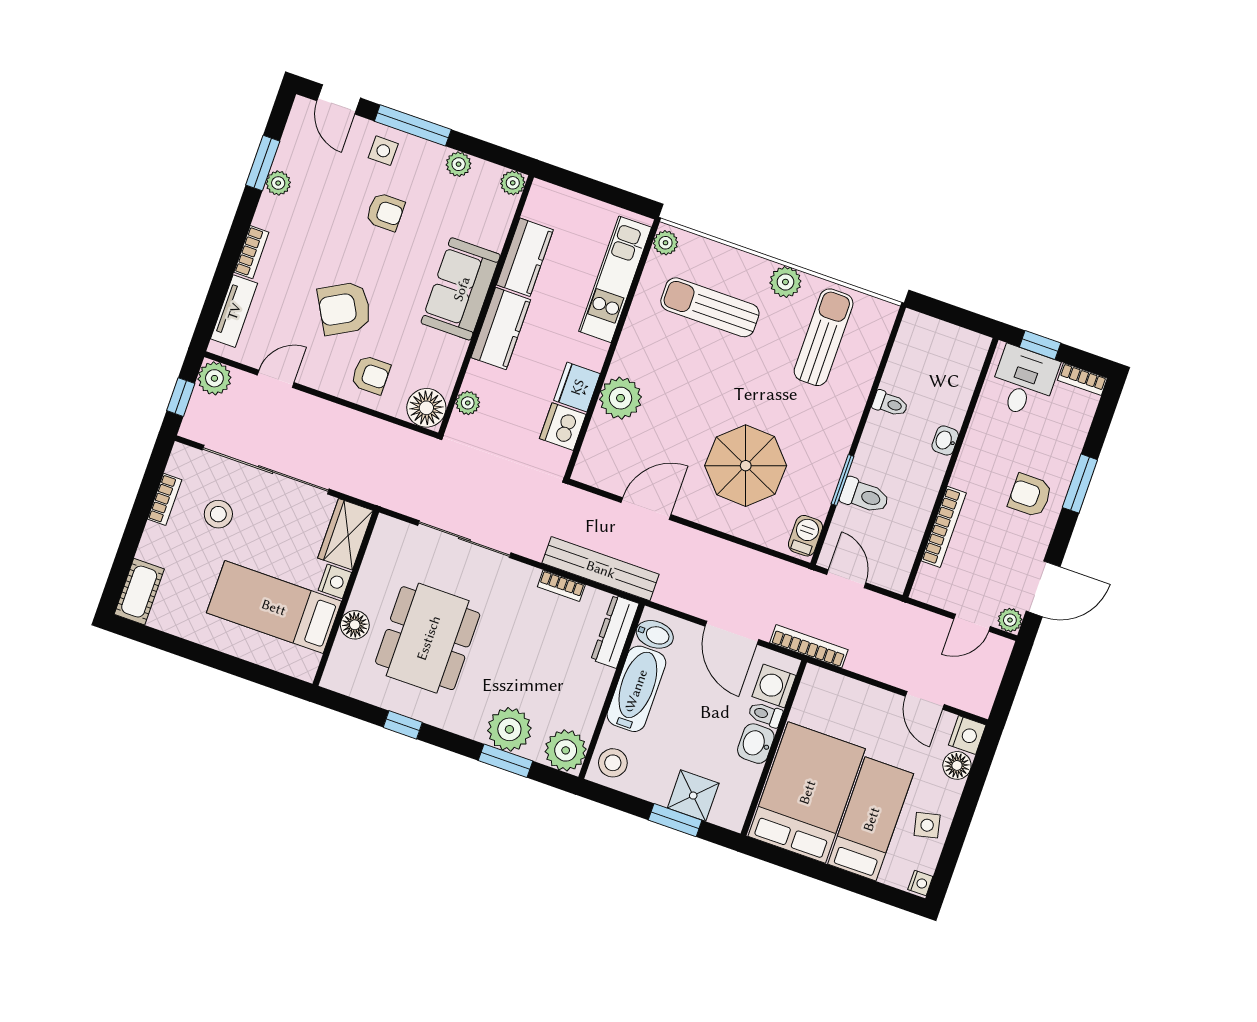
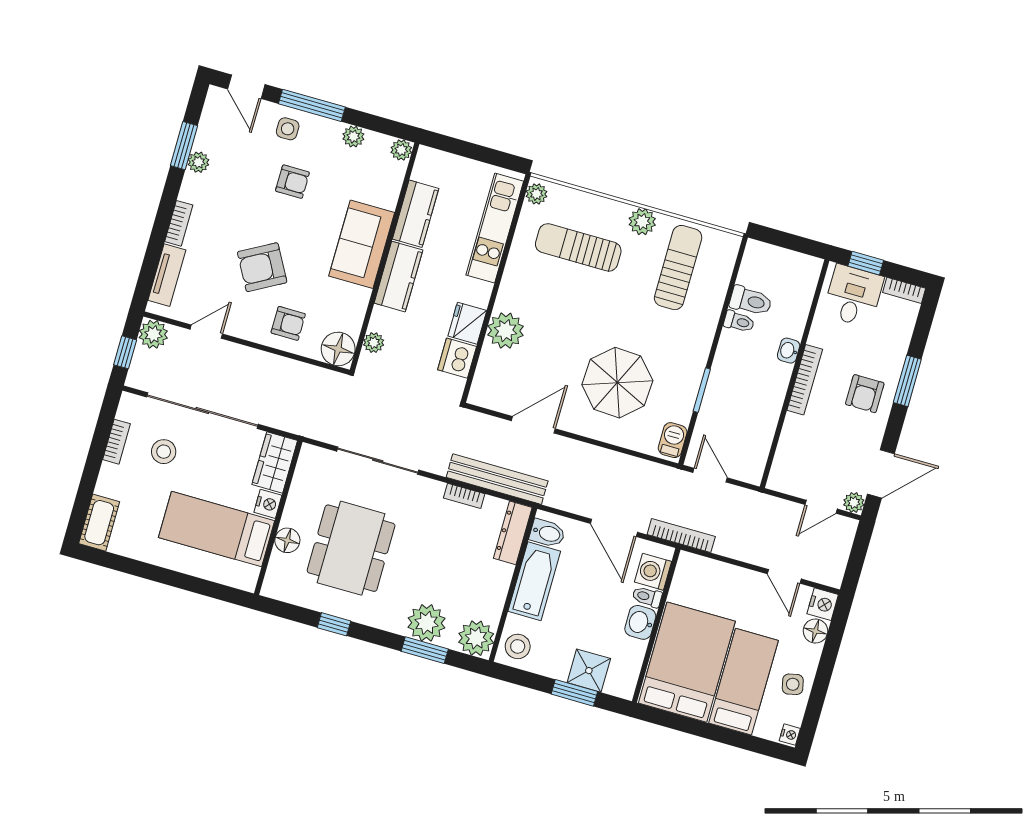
armchair: (1030, 495) -> (865, 394), turned -90
toilet: (865, 496) -> (751, 301), moved
bookcase: (944, 527) -> (805, 380), moved

